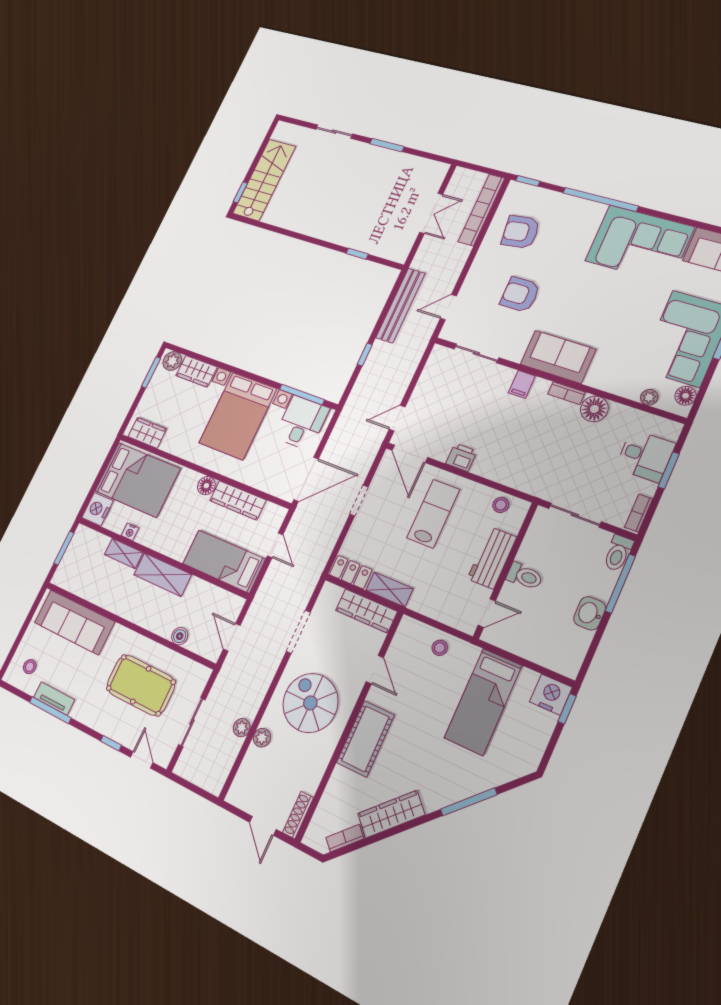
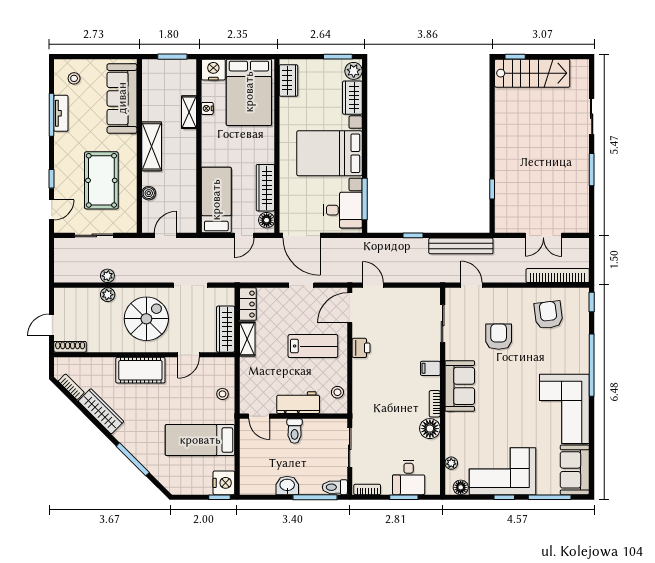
floor lamp: (206, 486) -> (267, 220), moved
shelving: (163, 575) -> (152, 146), moved

